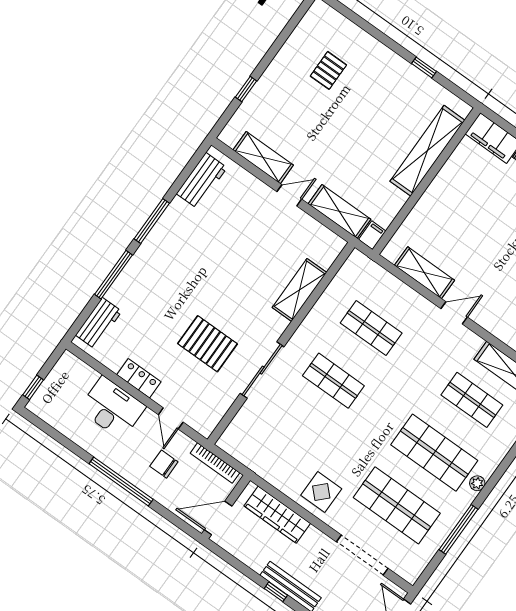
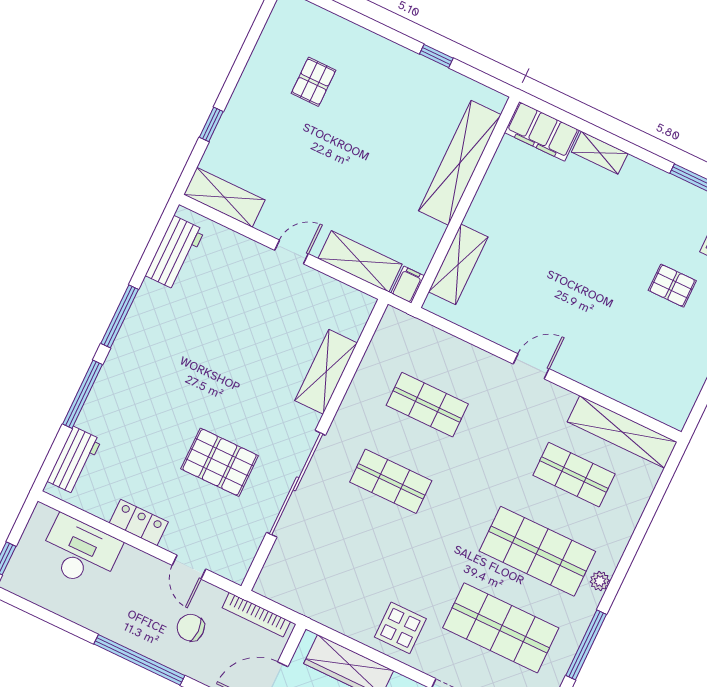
shelving: (263, 158) -> (224, 197), moved
shelving: (424, 273) -> (458, 264), moved, turned 90
sliding door: (262, 370) -> (296, 484), width x1.36
desk: (112, 408) -> (80, 552), moved

